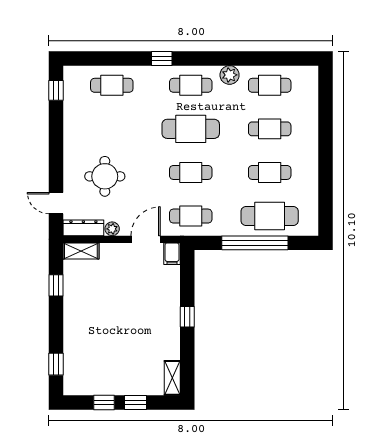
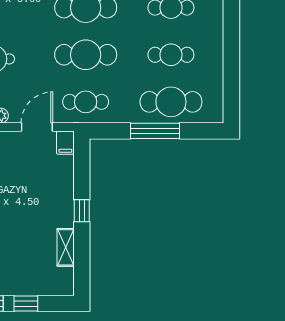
cafe table: (191, 172) -> (86, 55), width x1.37, depth x1.35
window: (255, 243) -> (155, 131), width x0.68
shelving: (172, 378) -> (66, 247), moved

